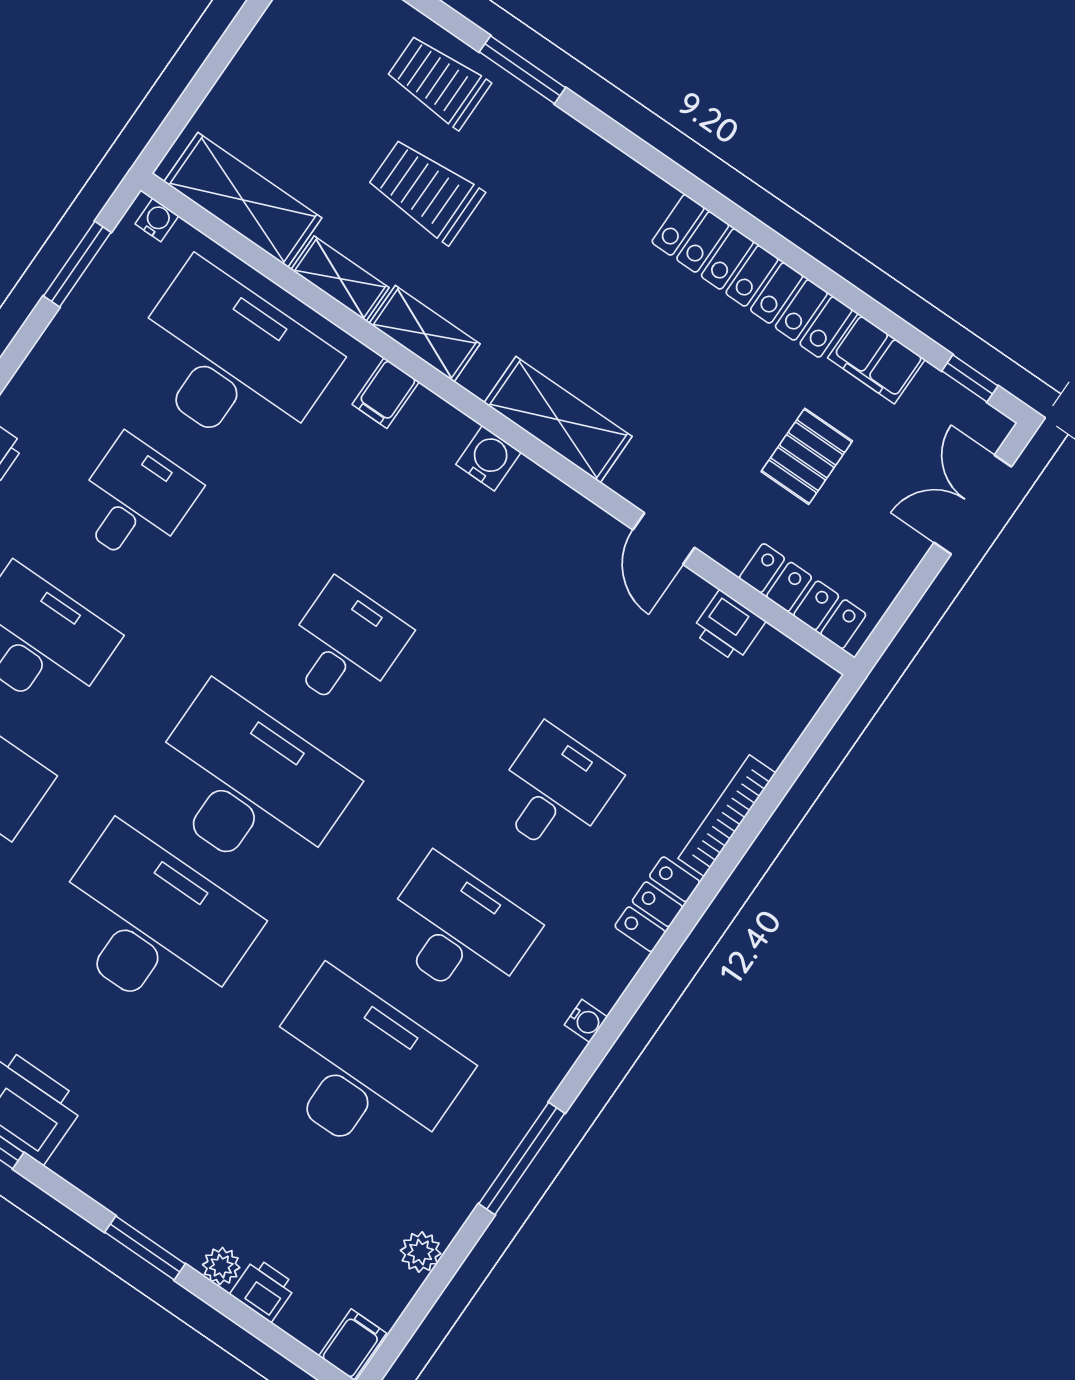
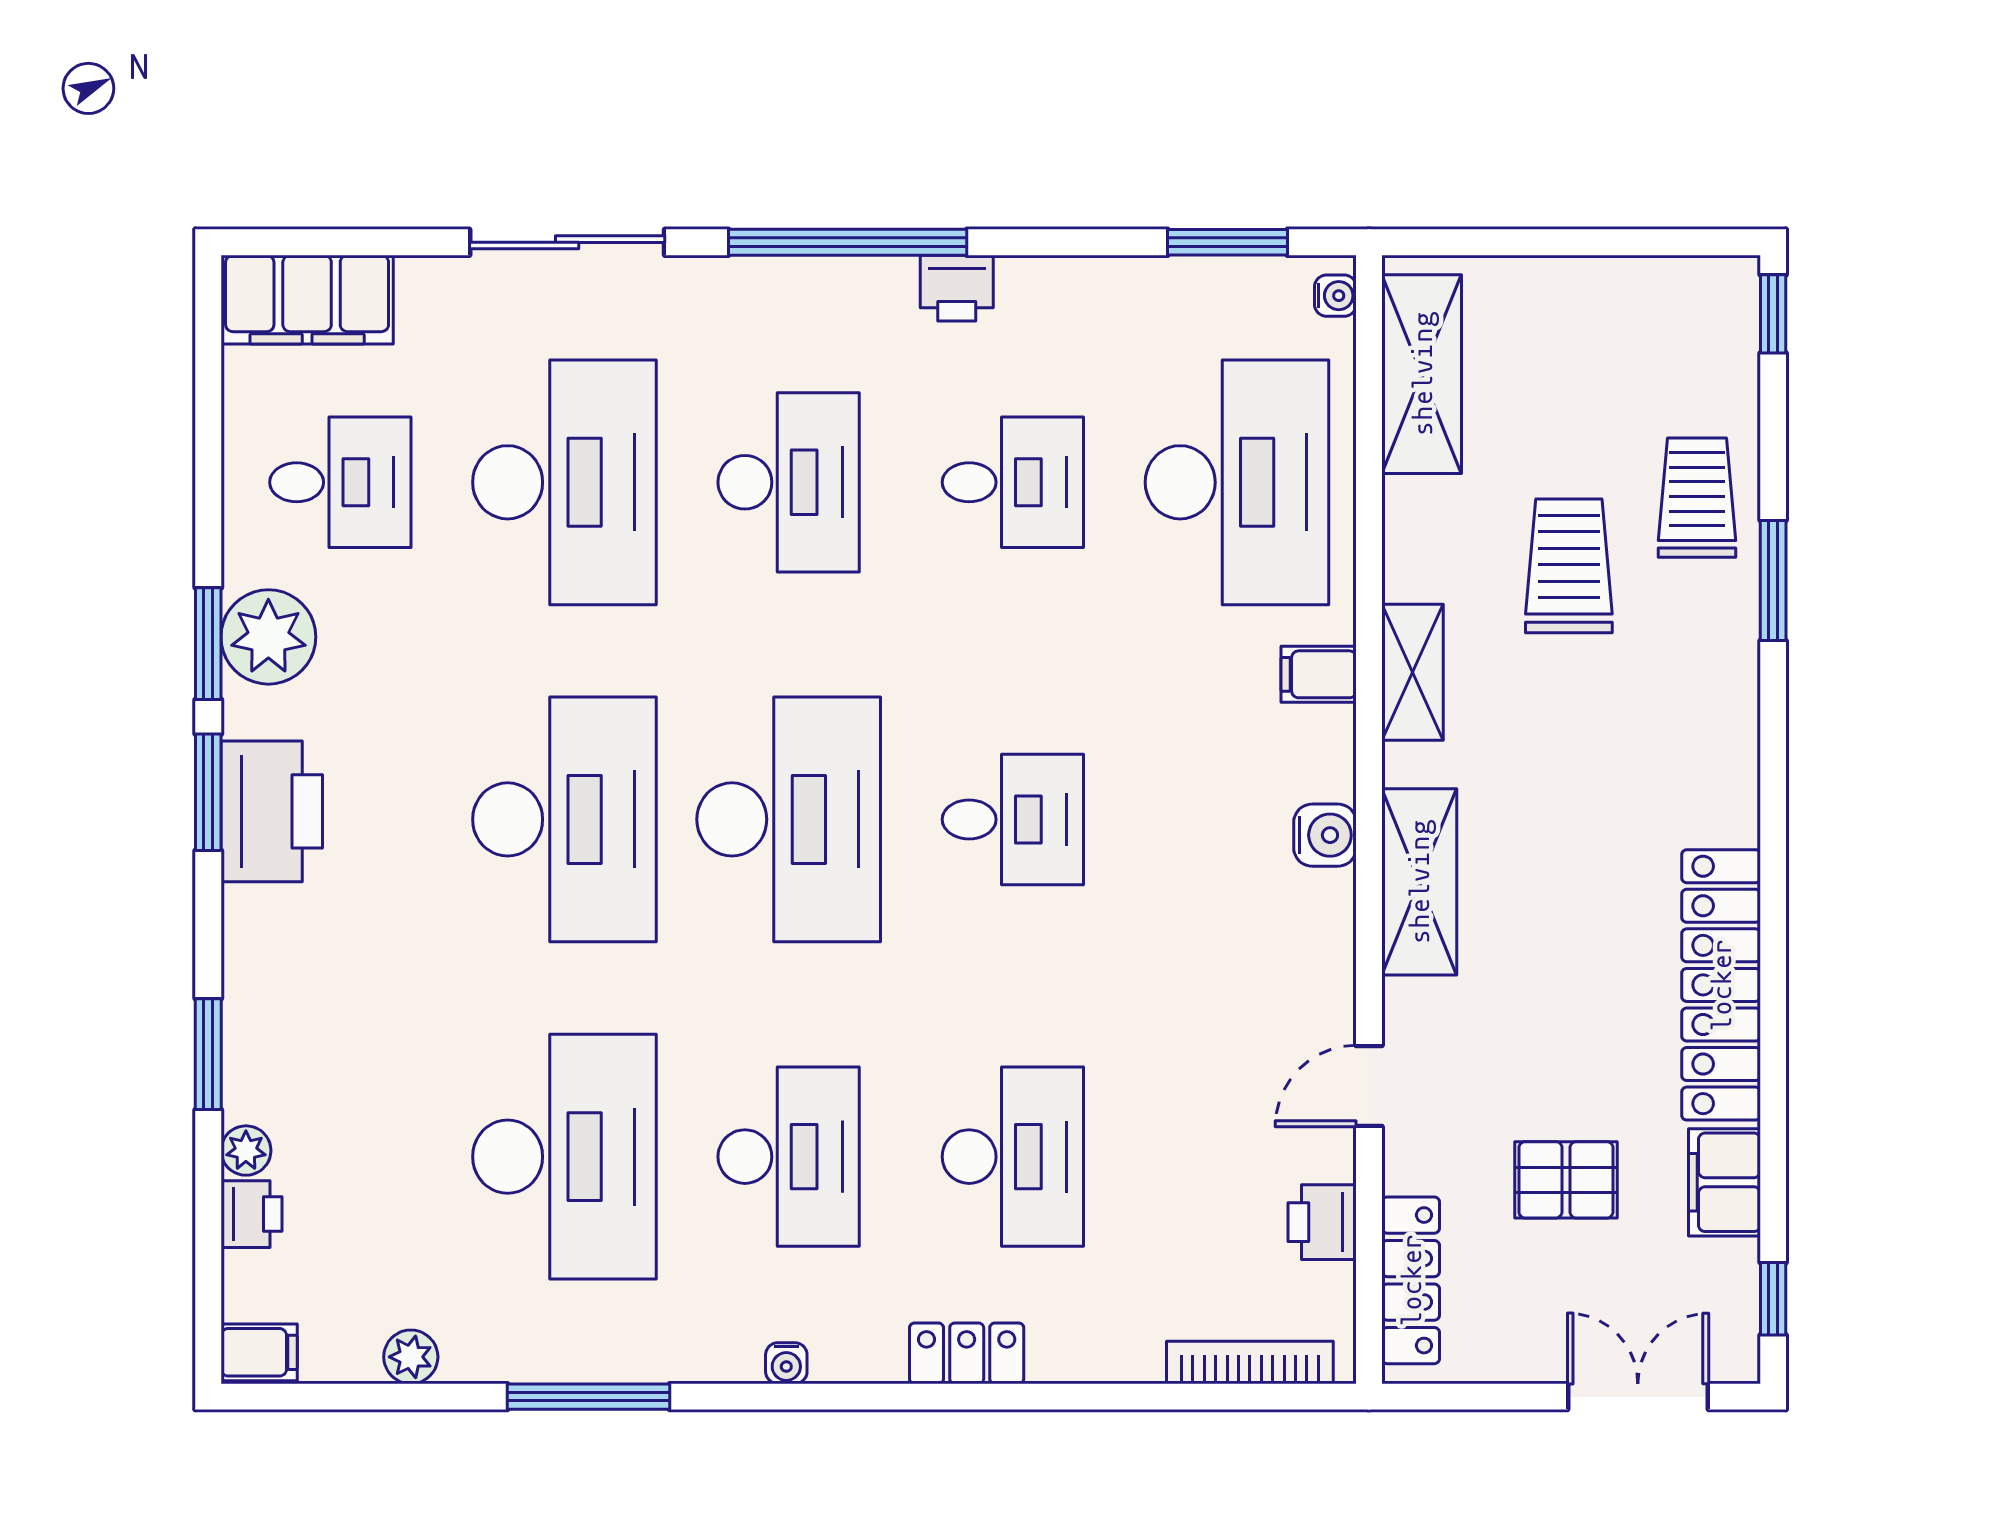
shelving: (340, 279) -> (1409, 539), removed
desk: (555, 791) -> (1013, 1157), width x1.37
bookcase: (727, 816) -> (1250, 1363), moved

